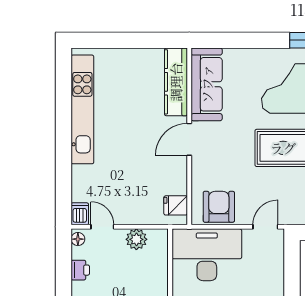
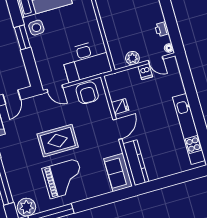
sofa: (207, 84) -> (118, 172), width x0.73
fridge: (176, 205) -> (120, 106), moved
dishwasher: (80, 214) -> (145, 72), moved
door: (265, 227) -> (55, 89), hinge flipped

